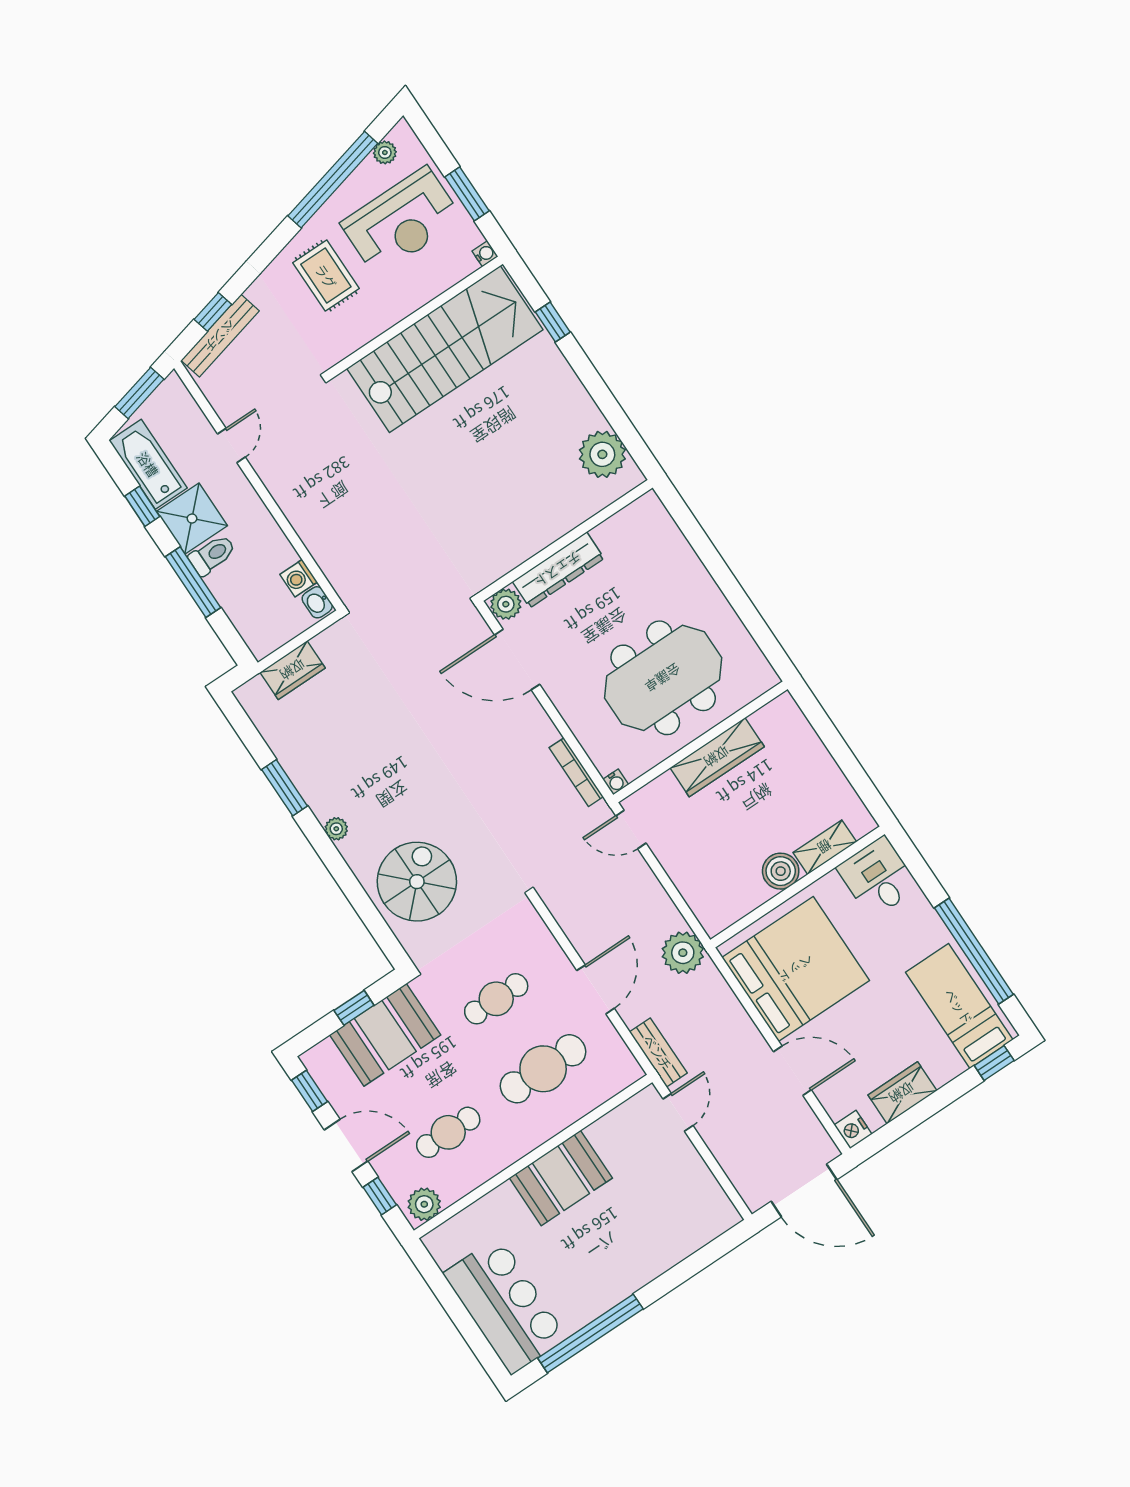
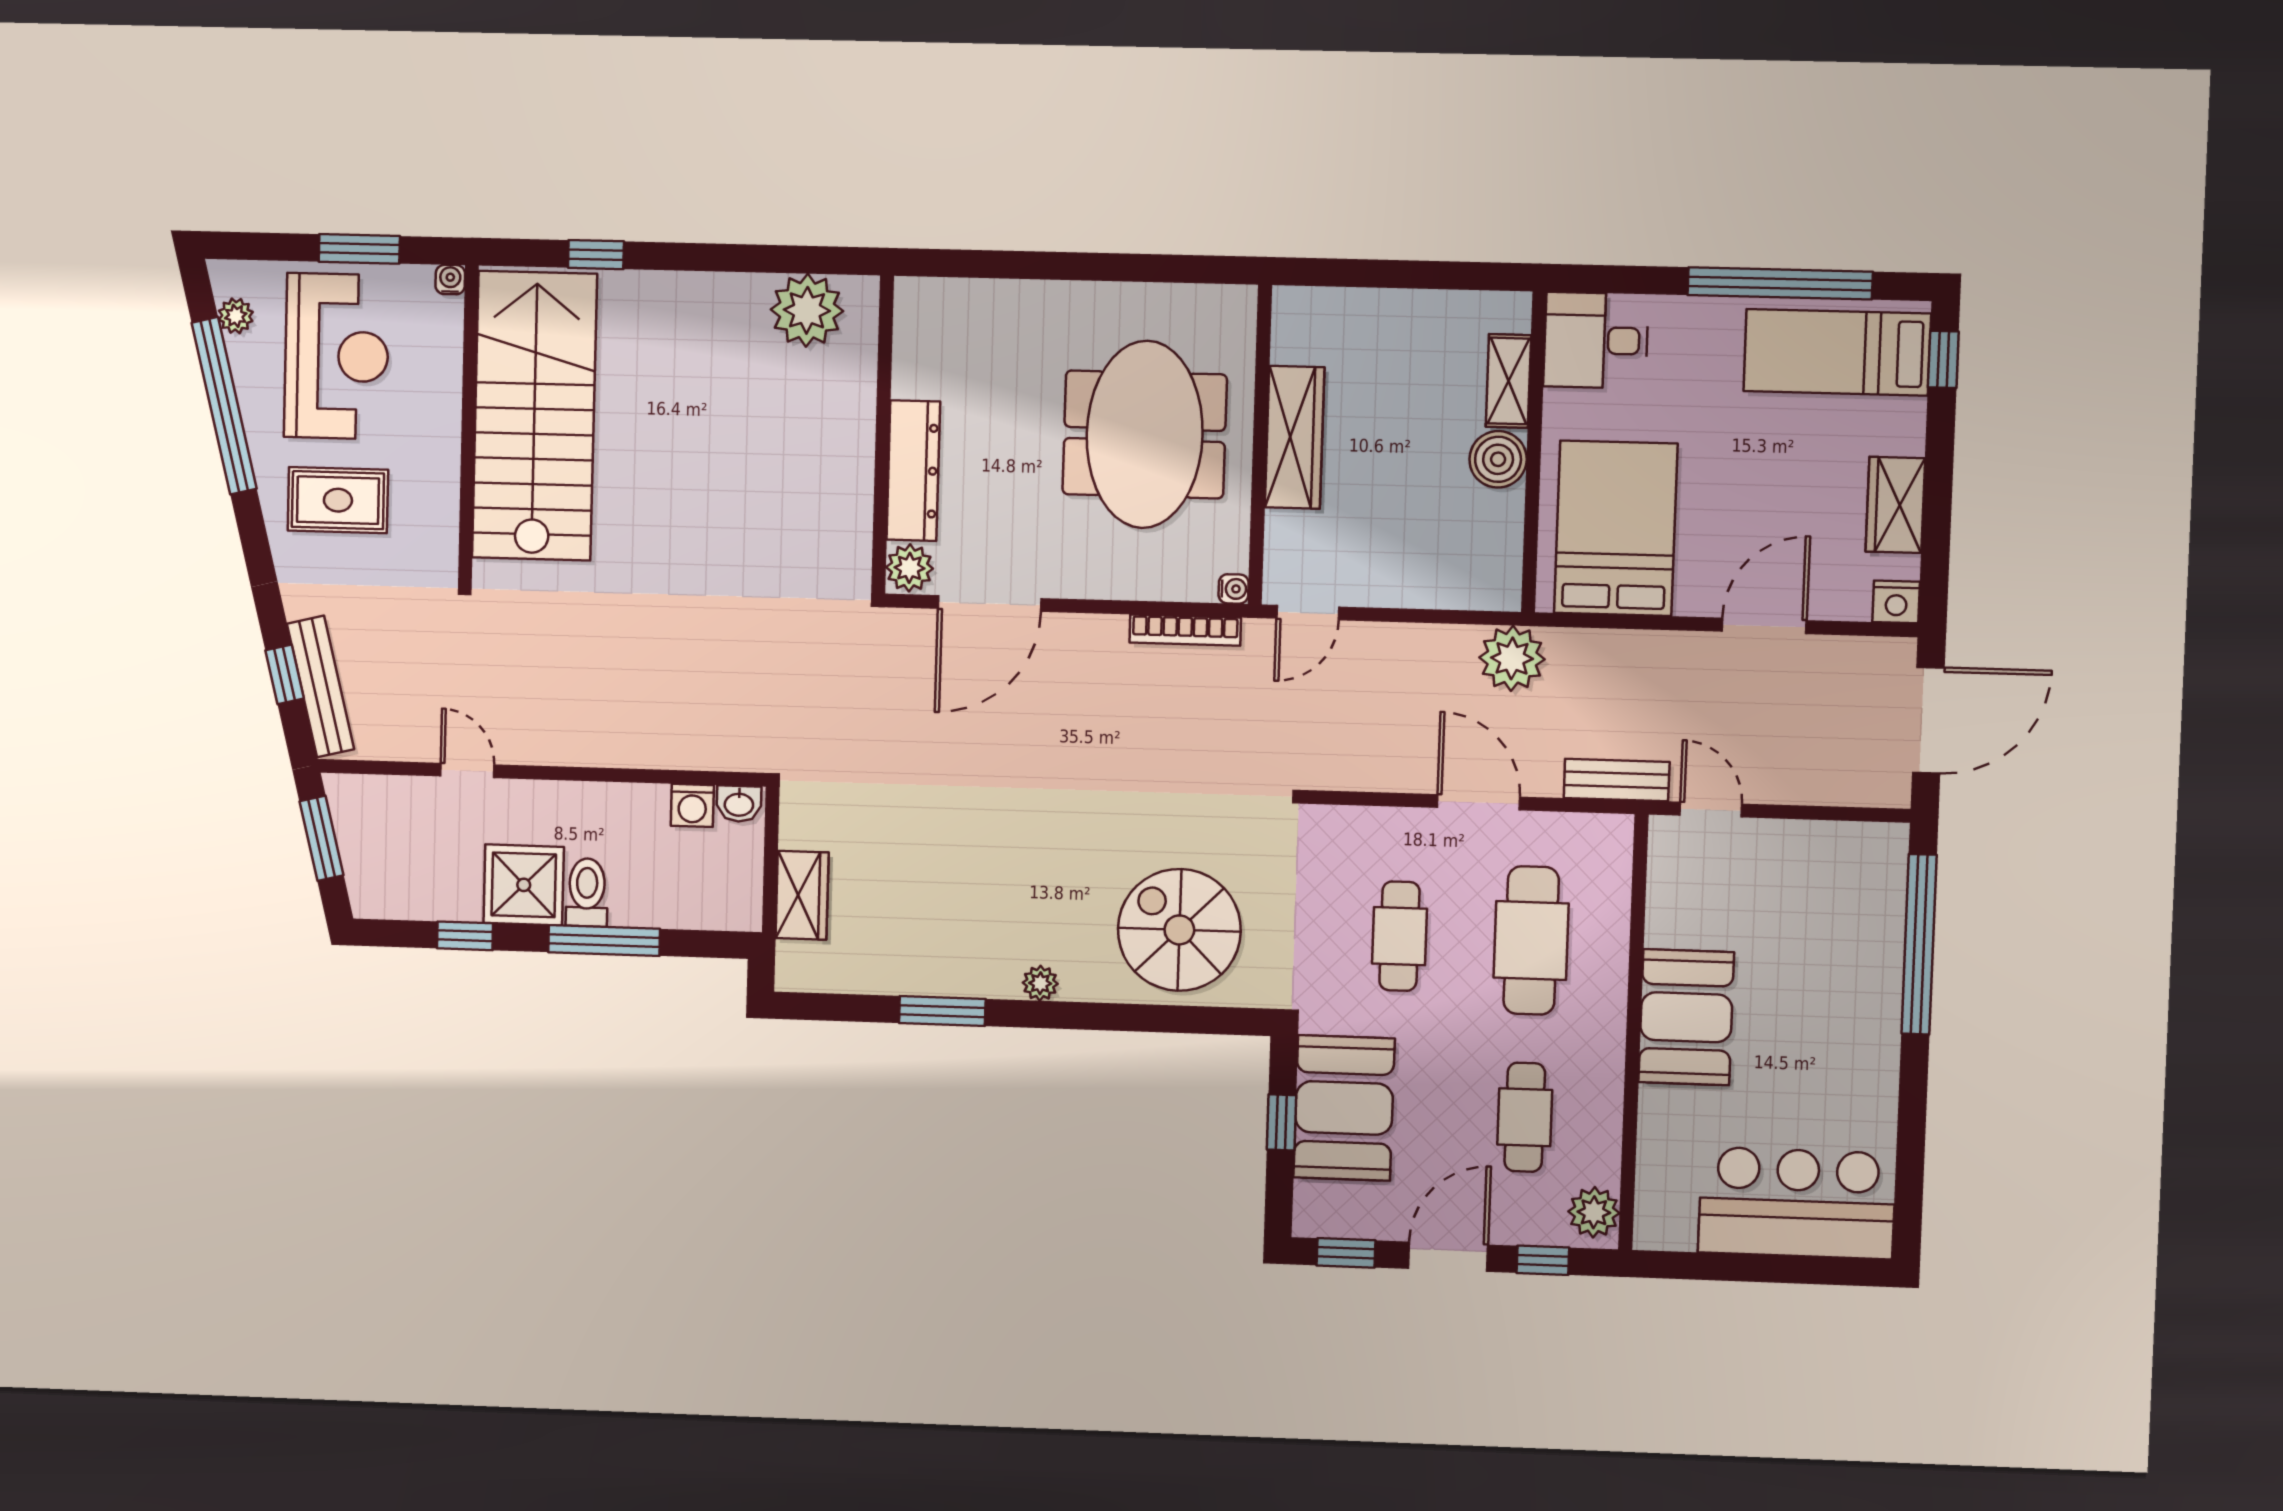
bathtub: (148, 464) -> (418, 891), removed
bed: (796, 969) -> (1616, 528), width x0.73
window: (590, 1333) -> (1919, 944), moved

